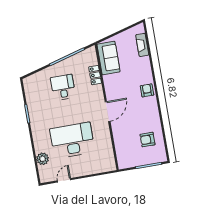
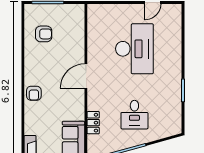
desk: (72, 140) -> (134, 49), turned -90
plant: (43, 159) -> (174, 33), removed

